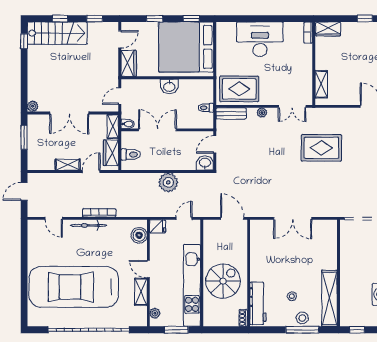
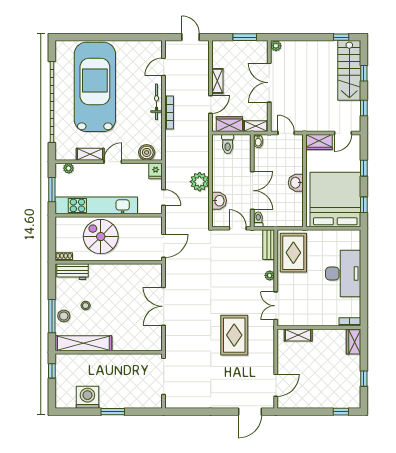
door: (120, 39) -> (343, 133), hinge flipped
toilet: (206, 108) -> (258, 219), moved
double door: (157, 130) -> (252, 191), moved
washbasin: (205, 163) -> (219, 201), moved
door: (91, 172) -> (211, 104), hinge flipped
spiral stairs: (223, 281) -> (101, 237), turned 180
workbench: (258, 303) -> (73, 272), width x0.73

